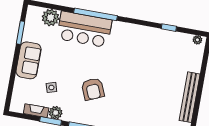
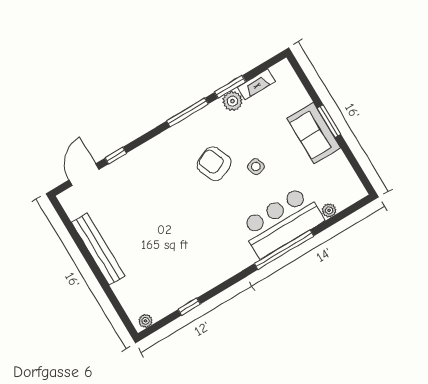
plant: (51, 18) -> (329, 210), width x0.53, depth x0.53
window: (20, 33) -> (329, 121), moved
side table: (51, 87) -> (256, 166), moved

